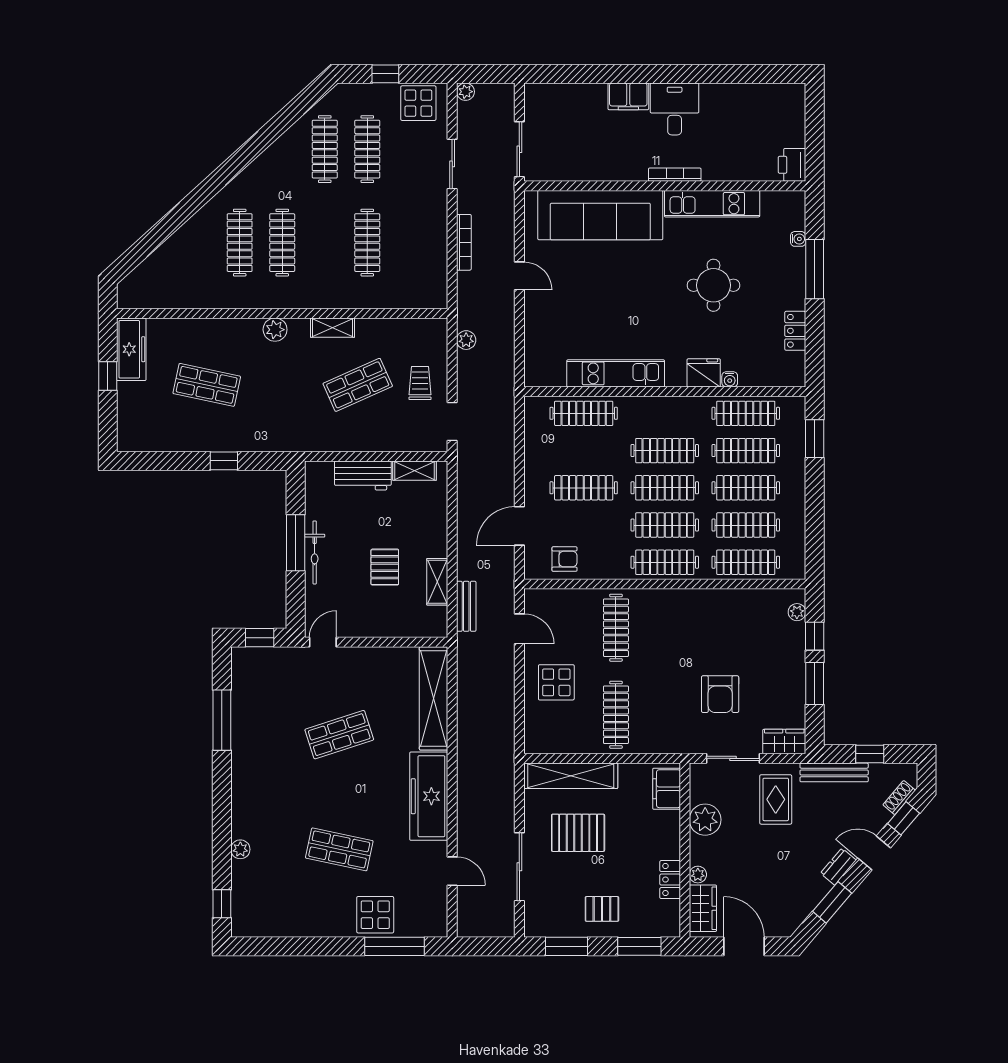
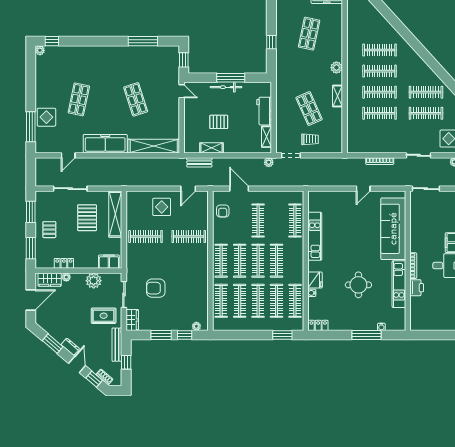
printer: (792, 165) -> (417, 288), moved, turned 90
clothes rail: (325, 243) -> (380, 92), added
locker: (795, 331) -> (318, 325), moved
plant: (466, 340) -> (269, 162), moved
plant: (240, 849) -> (40, 50), moved

